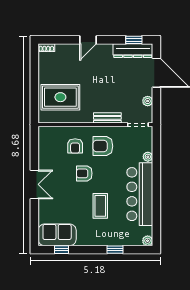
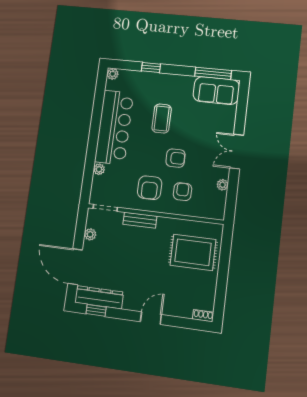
armchair: (103, 146) -> (150, 188), turned 90
plant: (43, 155) -> (223, 185), added
window: (62, 250) -> (213, 73), width x2.17

